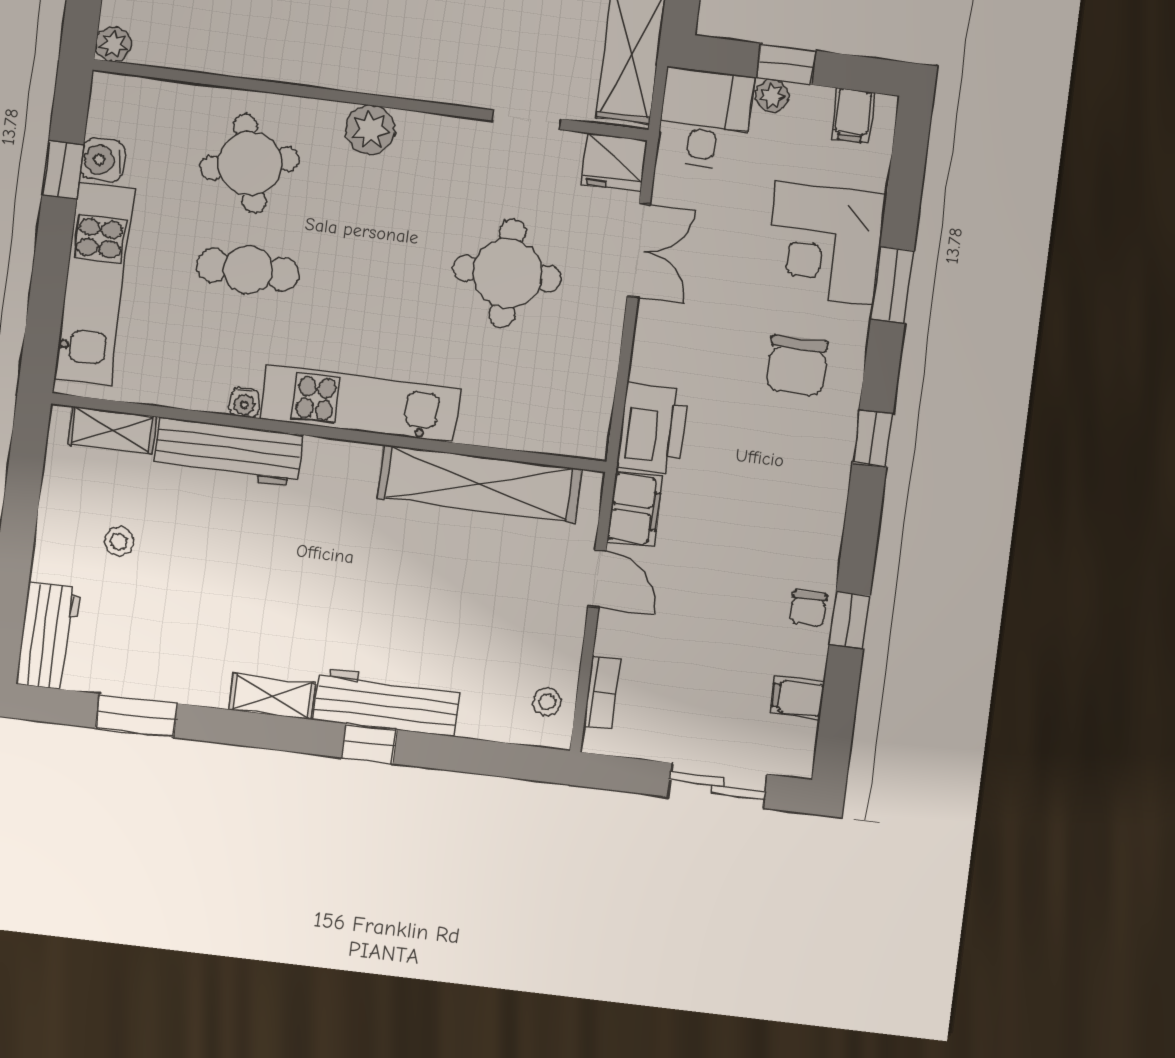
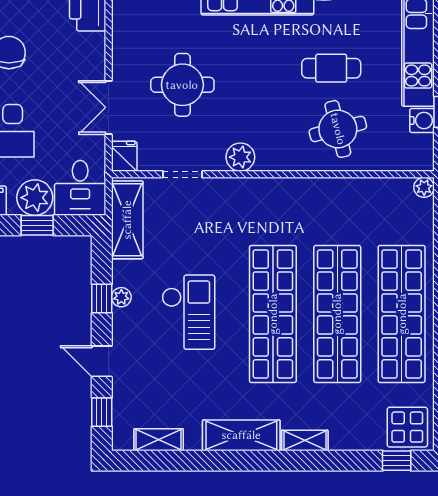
plant: (772, 96) -> (35, 198), width x1.88, depth x1.88
plant: (370, 130) -> (240, 157), moved
fridge: (614, 162) -> (124, 156), width x0.72

